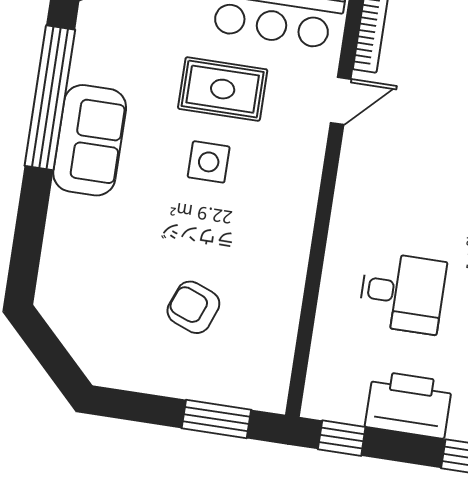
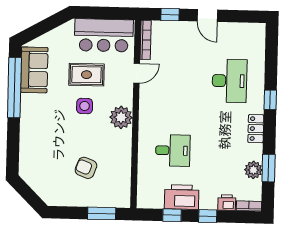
sofa: (90, 140) -> (34, 70), moved
plant: (291, 200) -> (121, 117), added
window: (342, 438) -> (172, 215), moved

